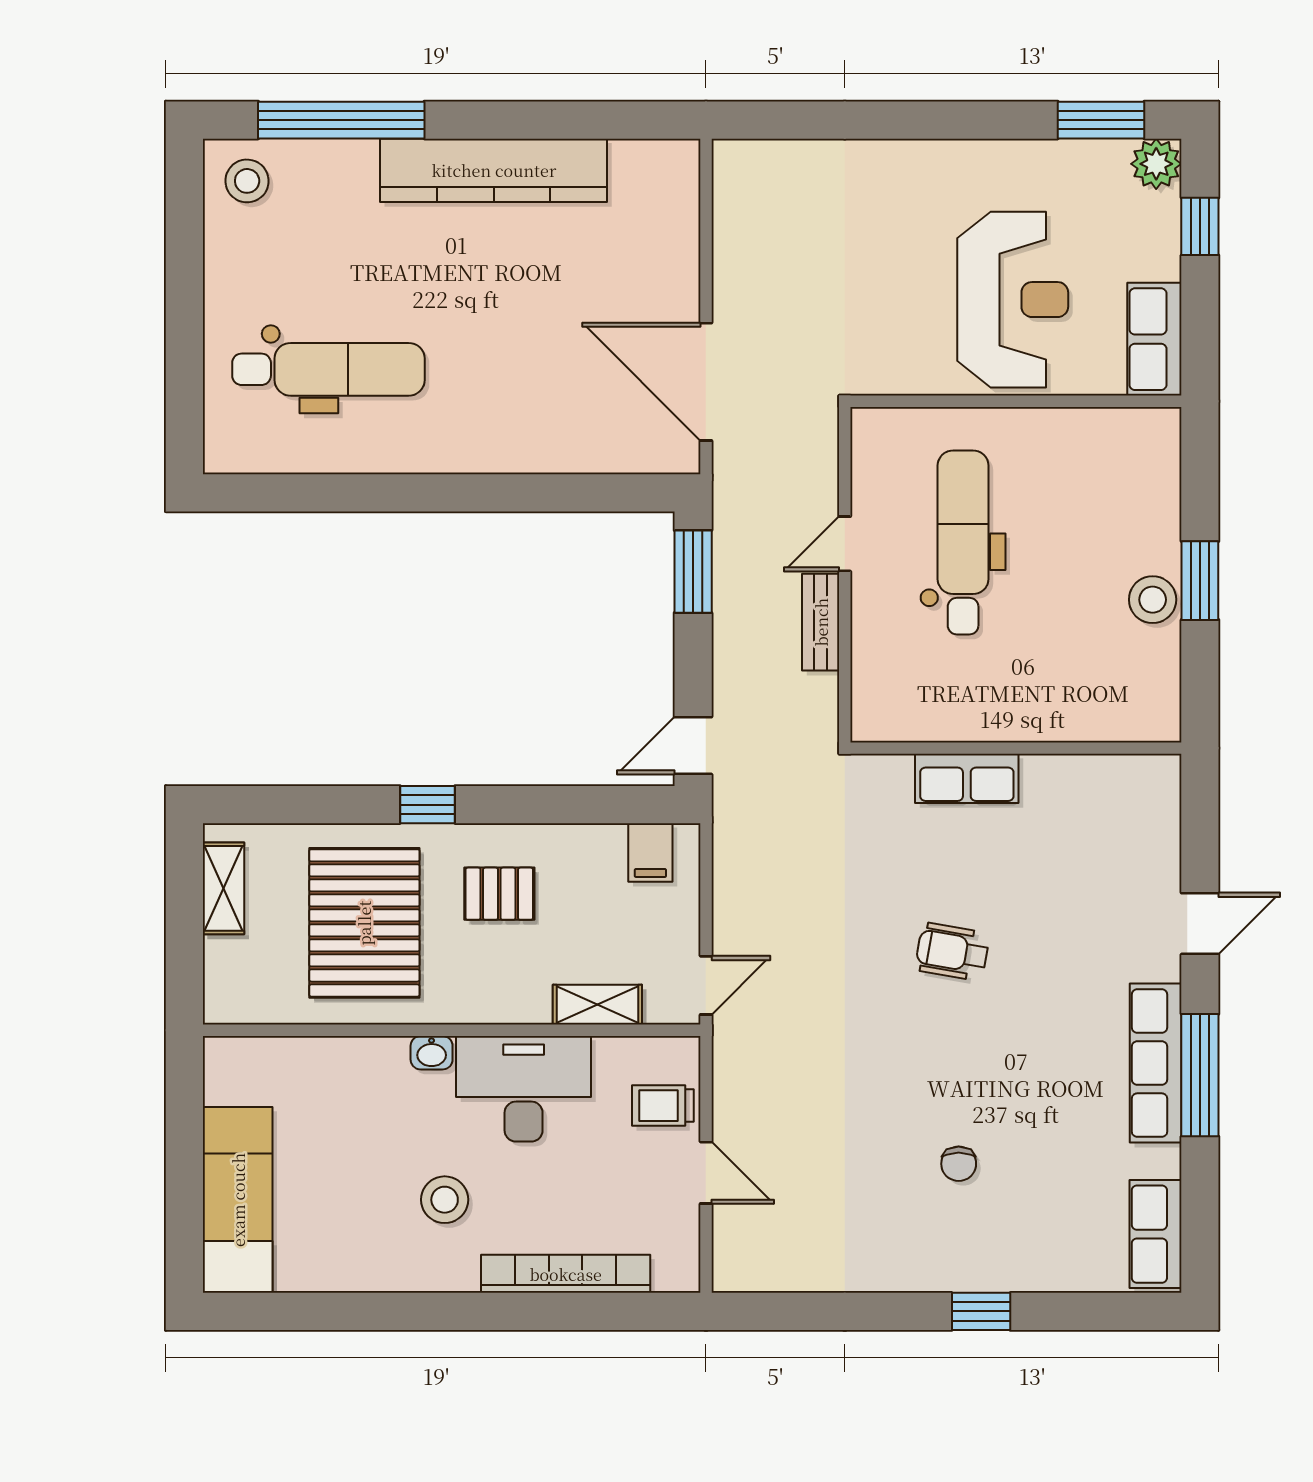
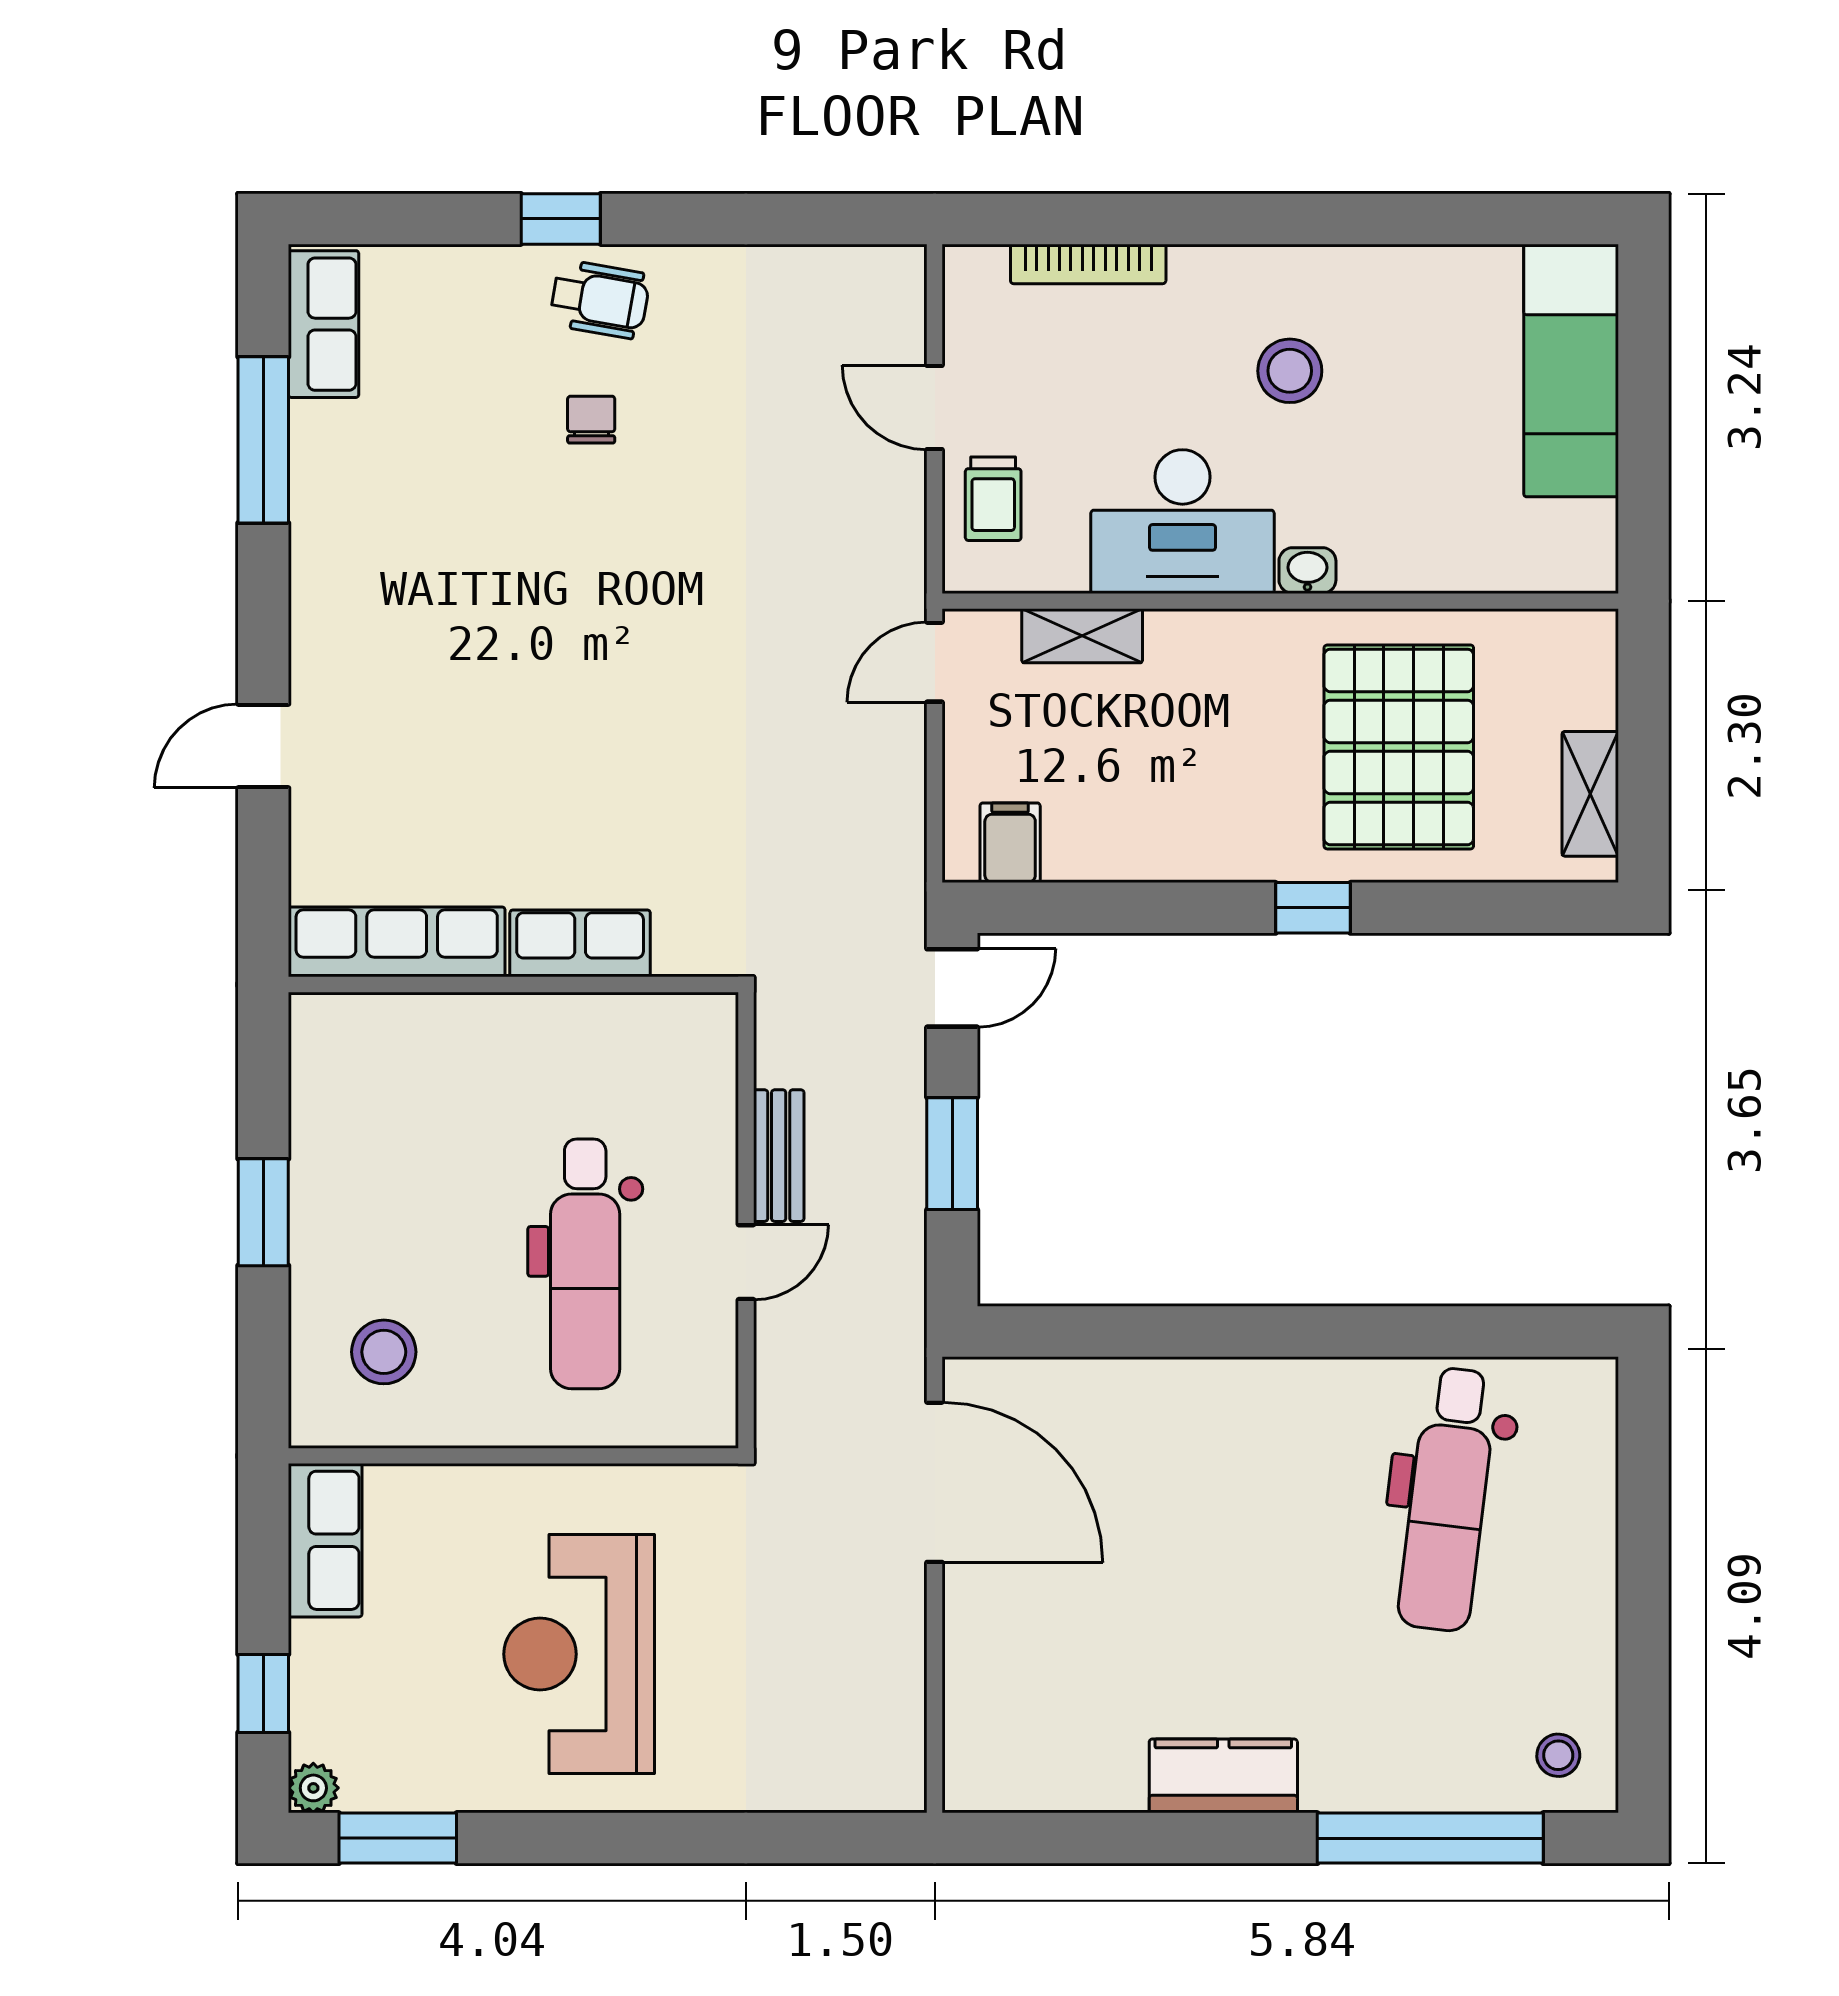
plant: (1156, 164) -> (313, 1788), width x0.73, depth x0.73
kitchen counter: (494, 170) -> (1223, 1776), width x0.48, depth x0.86
stool: (247, 181) -> (1558, 1755), width x0.73, depth x0.73
reception desk: (1013, 300) -> (579, 1654), moved
dental chair: (328, 369) -> (1448, 1499), turned -83
window: (693, 572) -> (952, 1154), moved
stool: (1153, 600) -> (384, 1352), moved
pallet: (499, 894) -> (1215, 787), removed
wheelchair: (952, 952) -> (600, 299), moved
row of seats: (1156, 1063) -> (397, 942), moved, turned -90
window: (1200, 1075) -> (263, 440), moved
trolley: (663, 1106) -> (993, 499), turned 90
bookcase: (566, 1274) -> (1088, 264), width x0.68, depth x0.76

